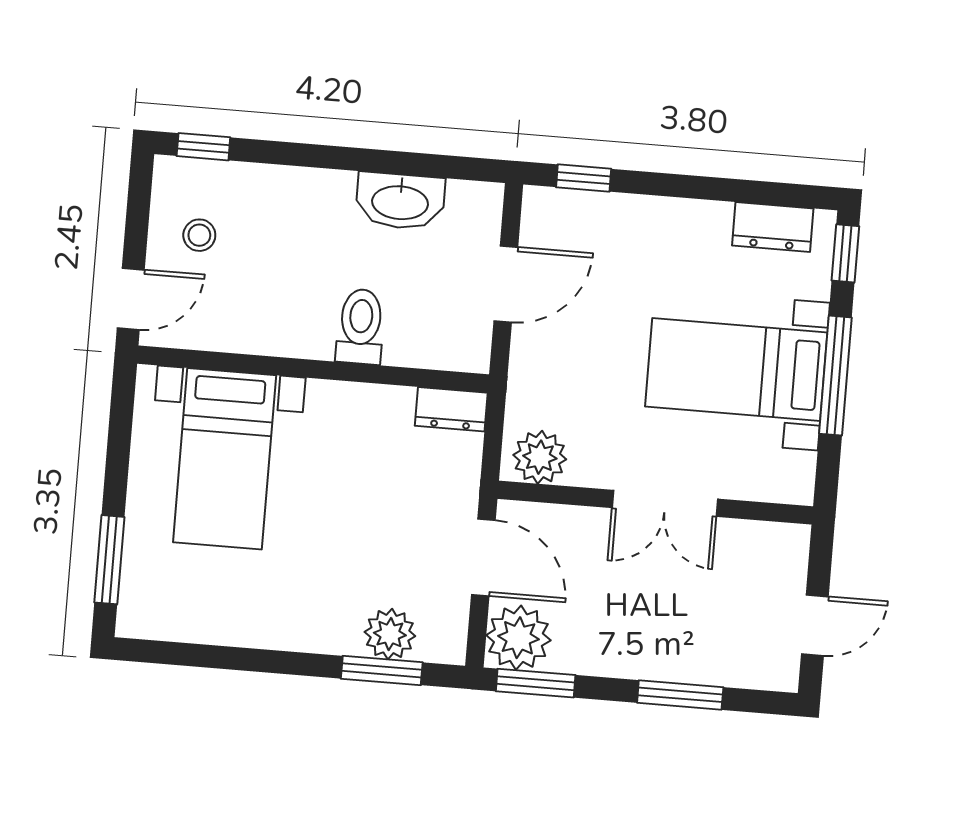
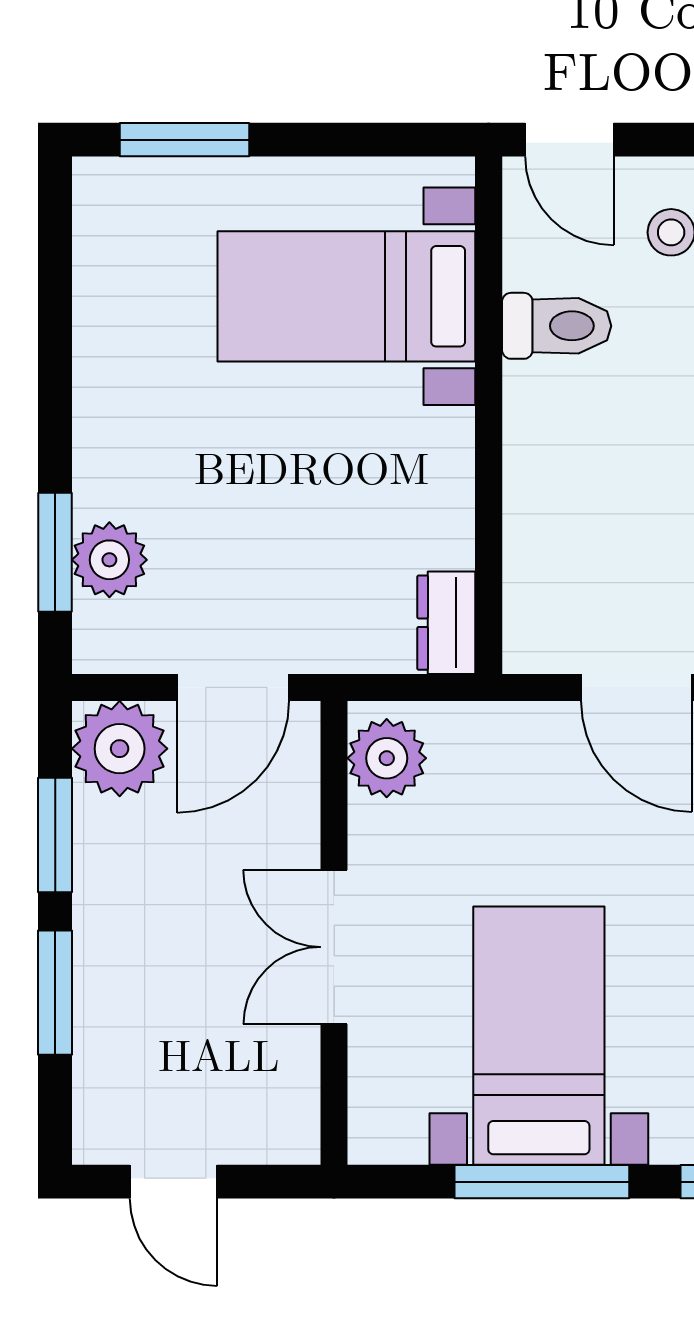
toilet: (360, 326) -> (557, 326), moved
window: (536, 683) -> (55, 835), moved

